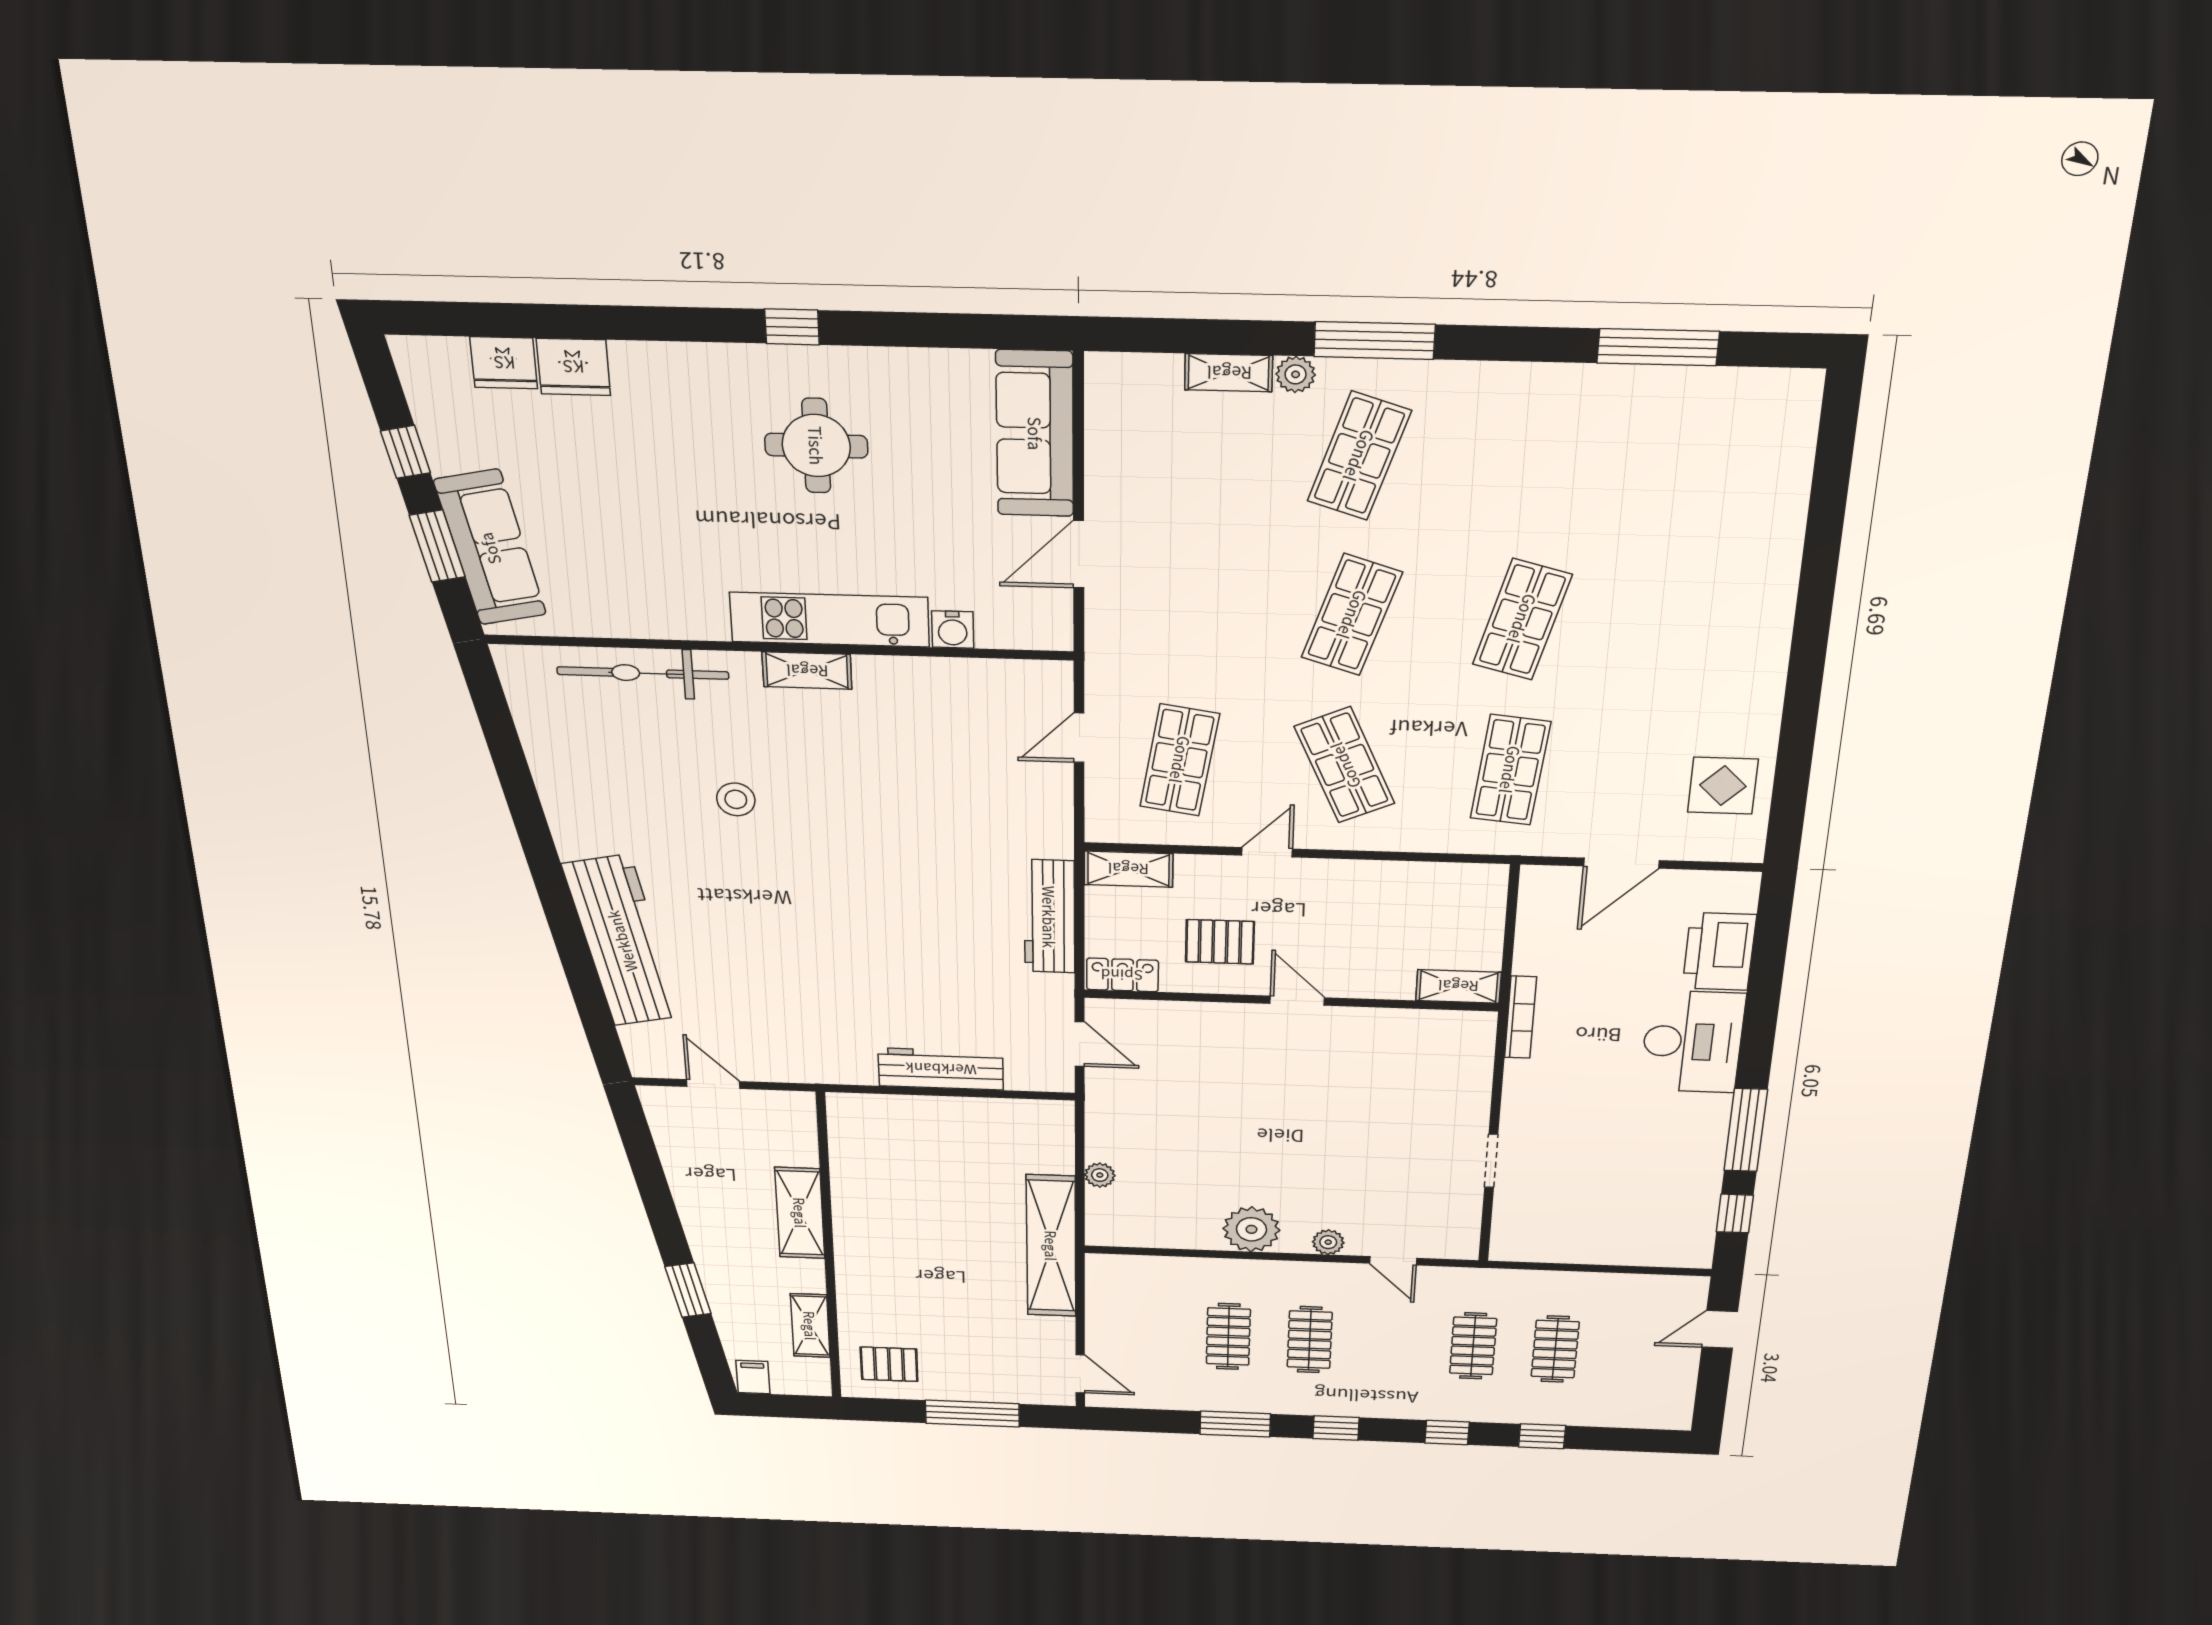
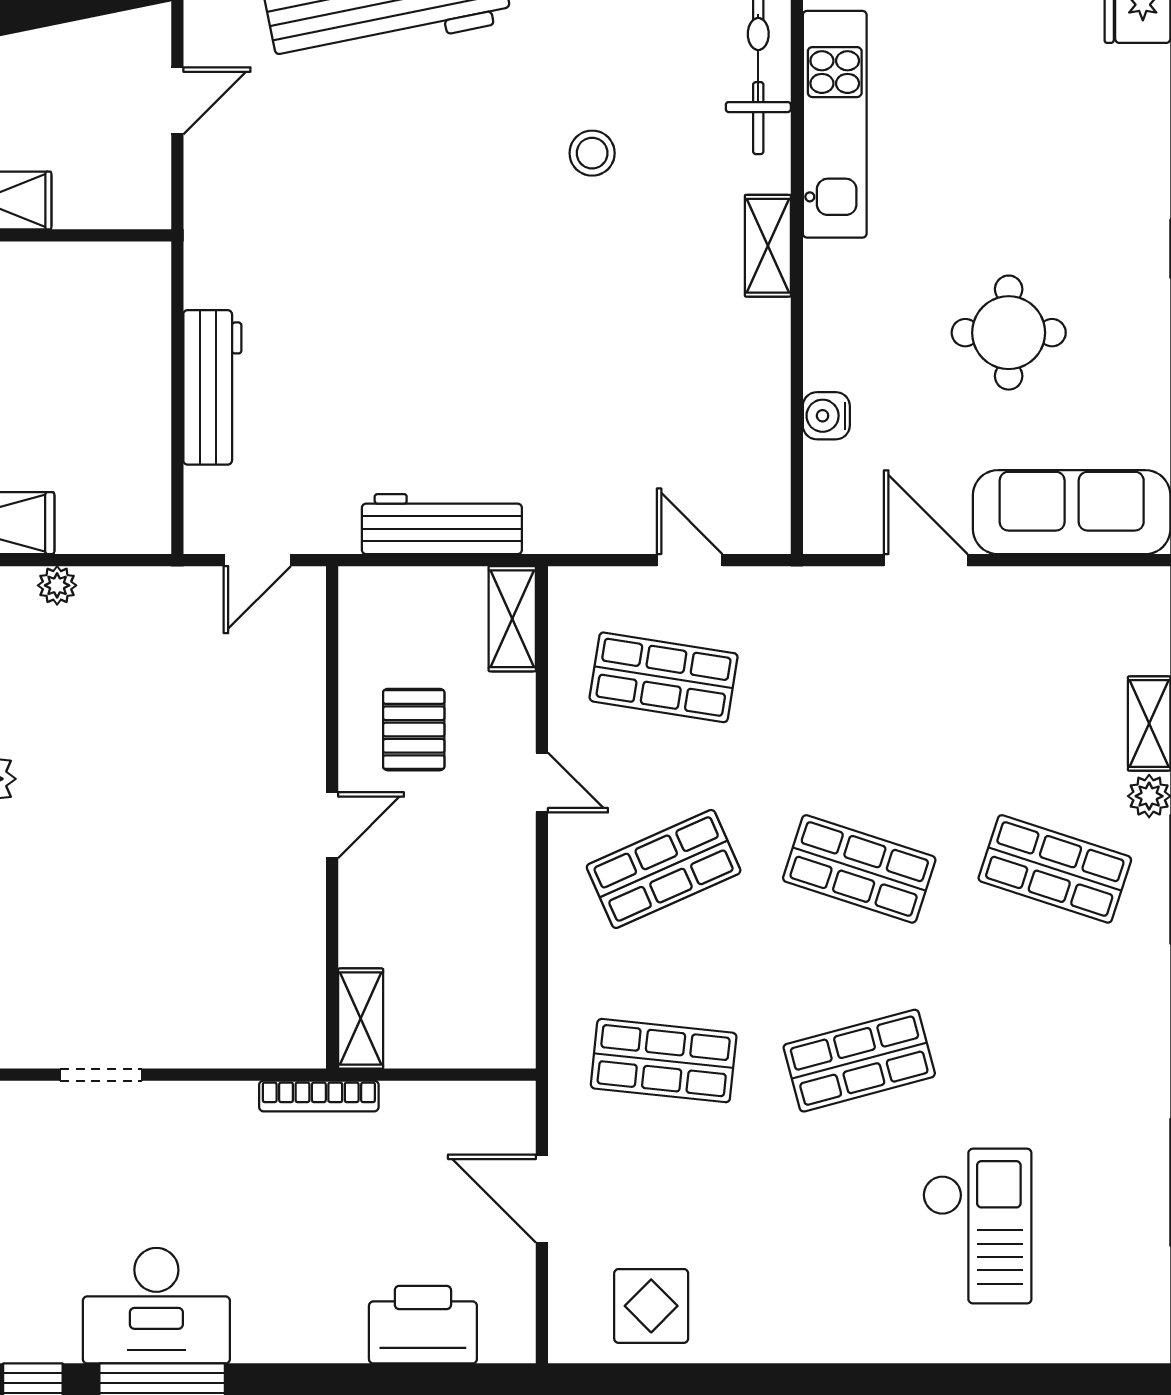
round table: (816, 446) -> (1009, 333), moved
checkout: (1680, 529) -> (977, 1226), added
shop shelf: (1522, 619) -> (859, 1061), turned -30
kitchen unit: (829, 620) -> (835, 124), moved
locker: (1122, 975) -> (361, 612), removed
desk: (1692, 1042) -> (156, 1306), moved

